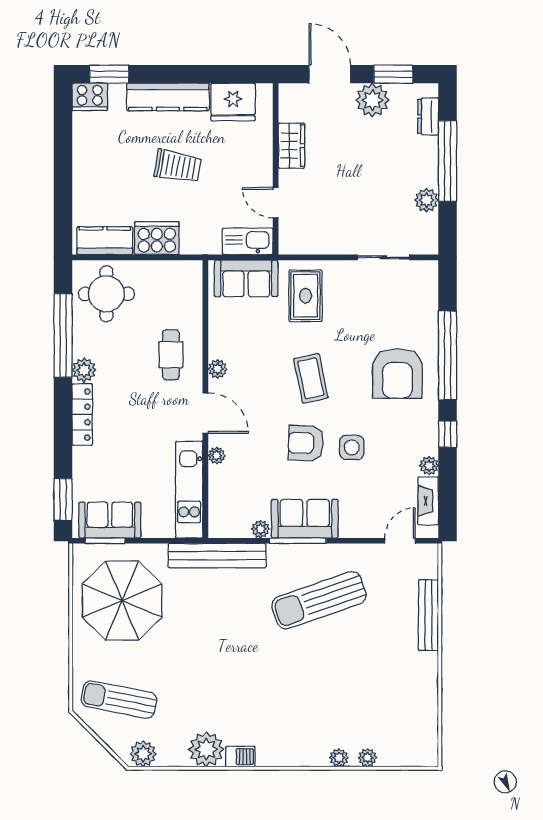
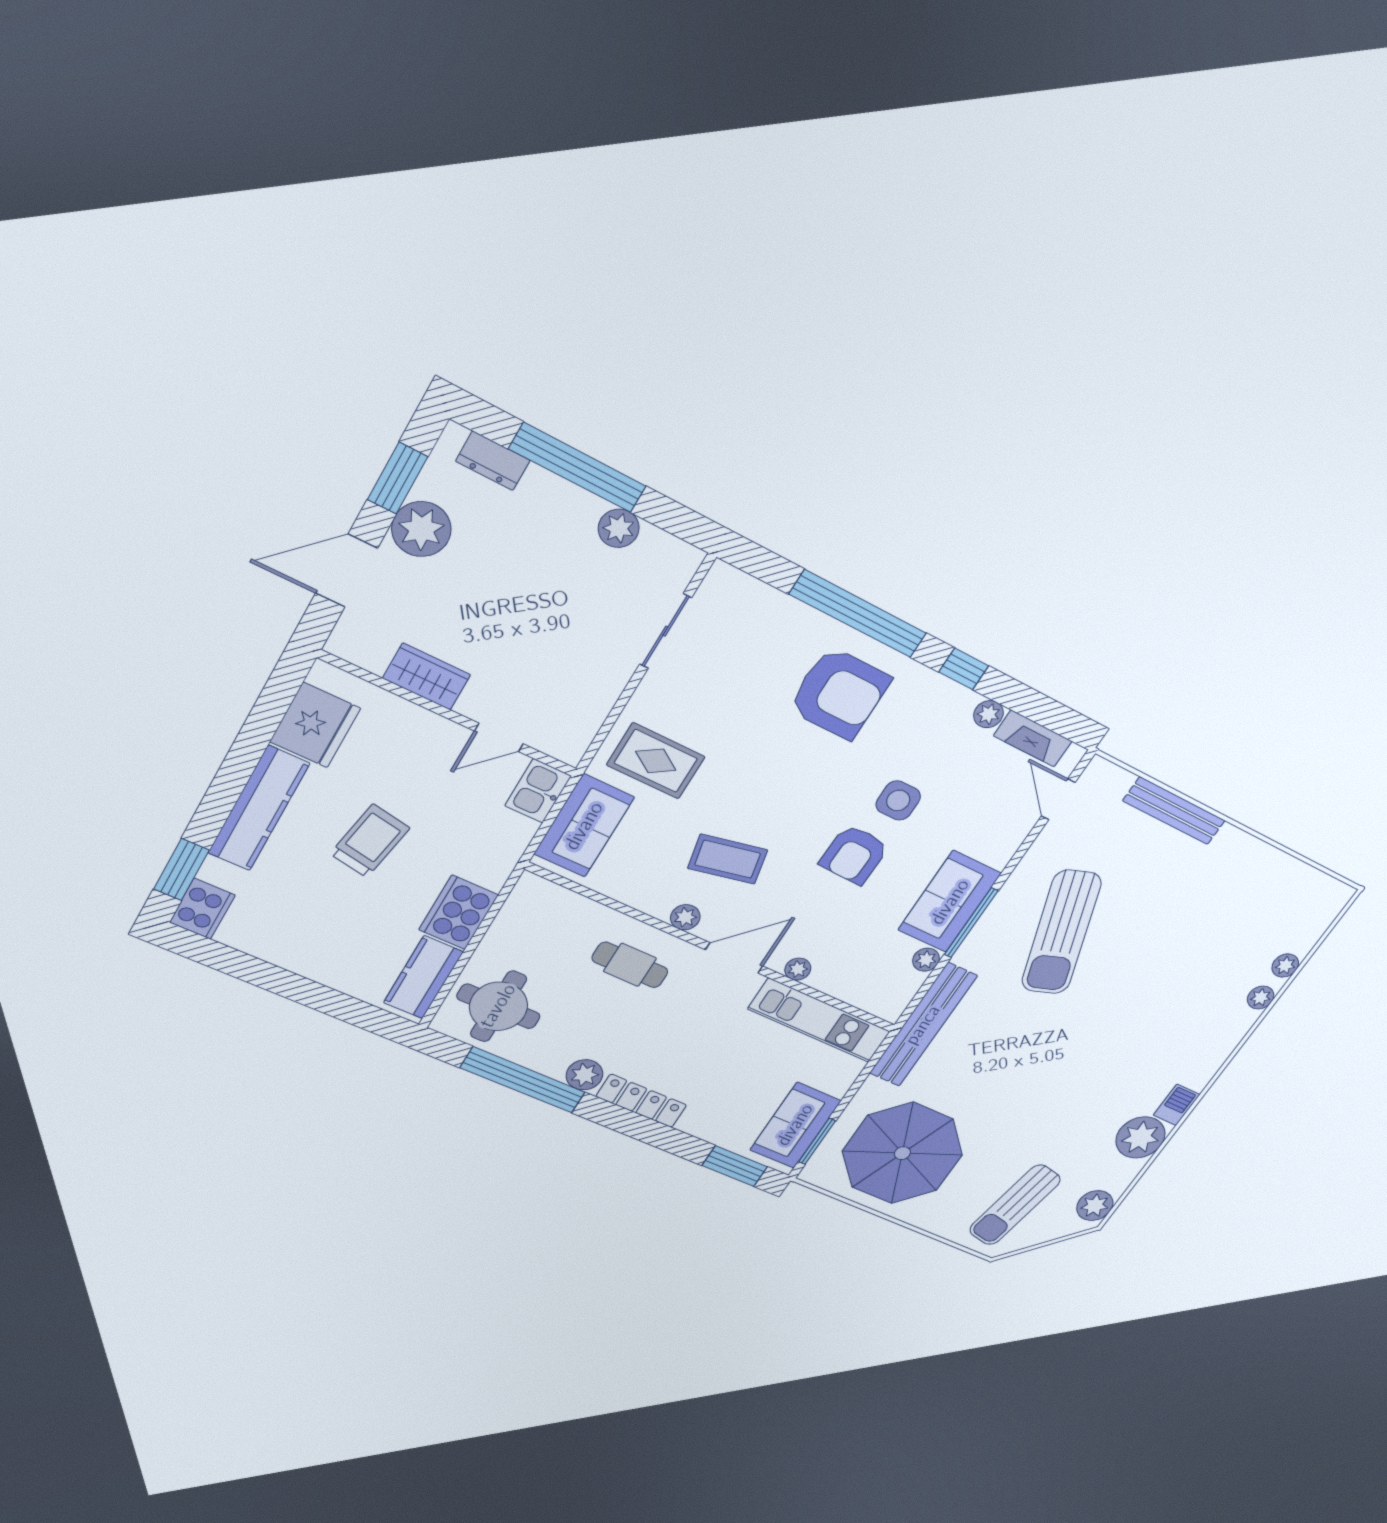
kitchen sink: (248, 241) -> (538, 791), width x0.73
coffee table: (311, 378) -> (728, 859), moved

